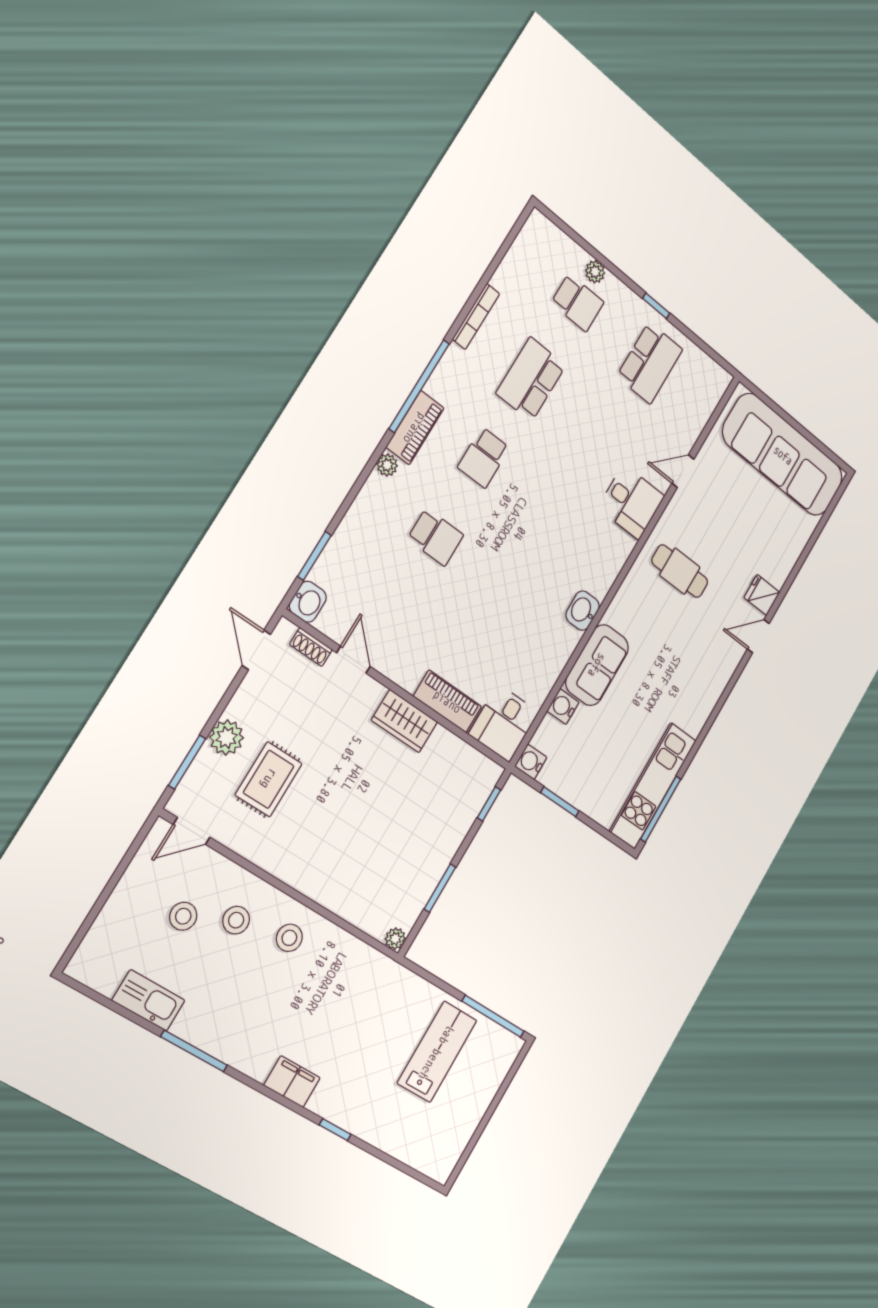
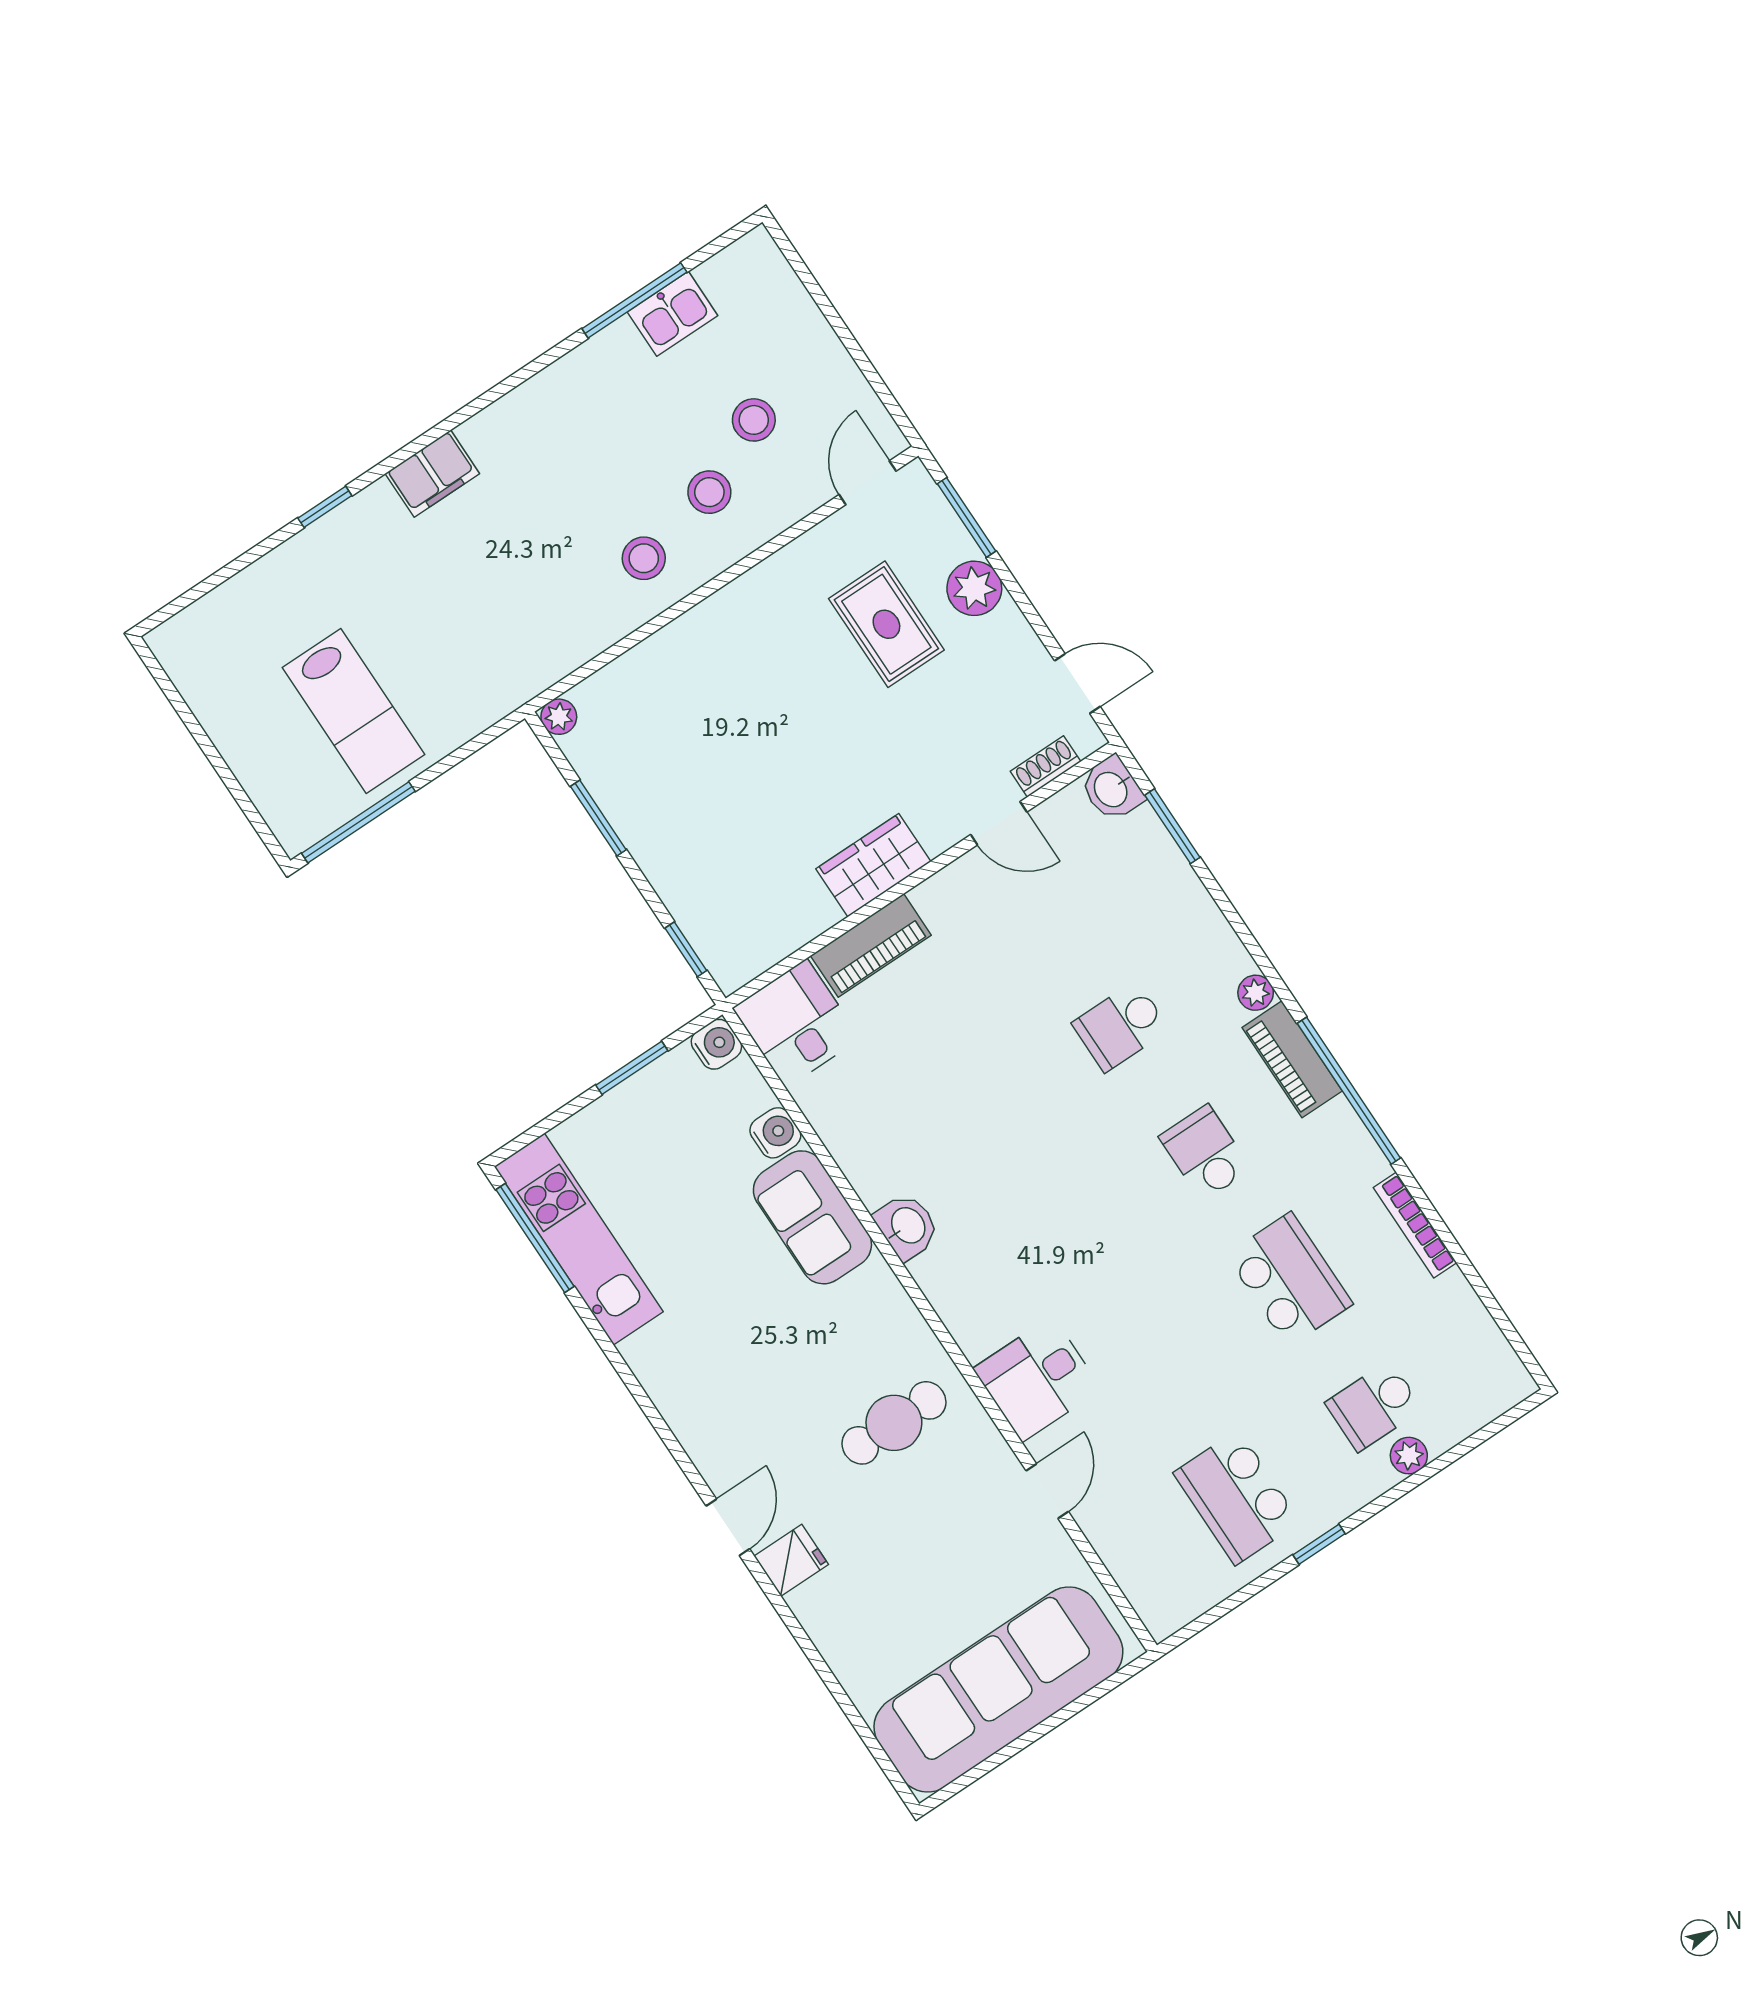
kitchen sink: (149, 1000) -> (673, 314), width x0.73
window: (194, 1051) -> (634, 300), moved

